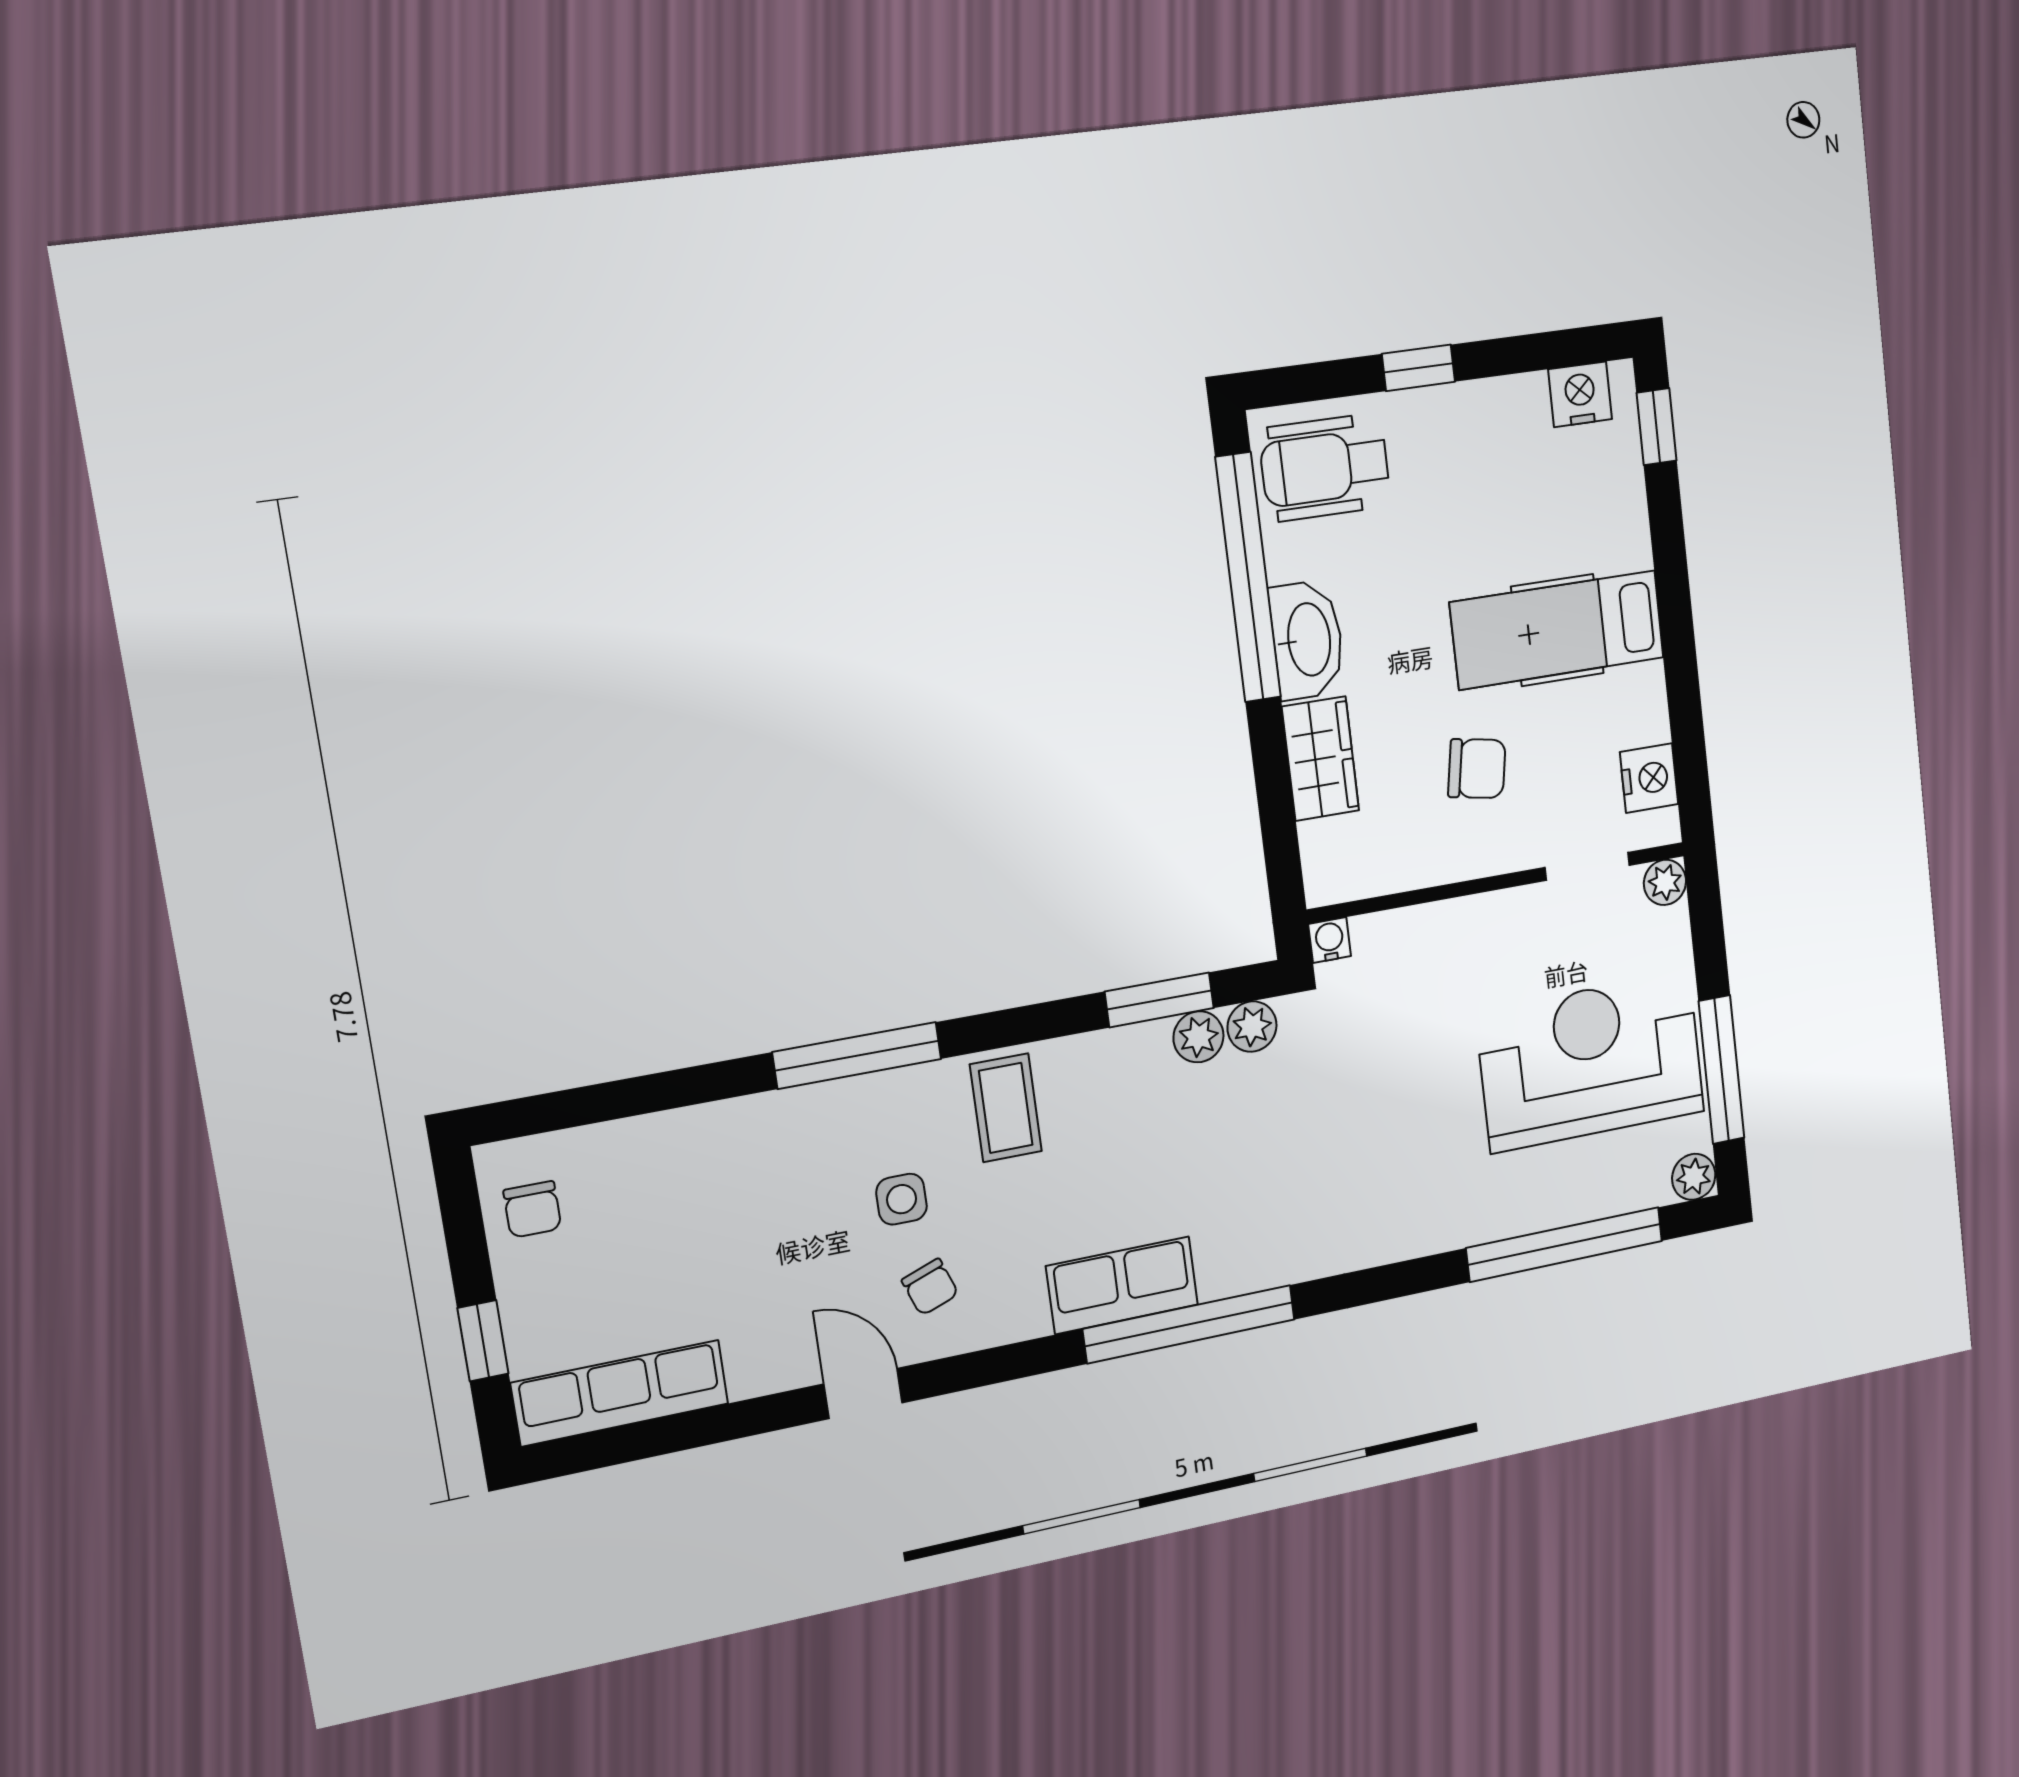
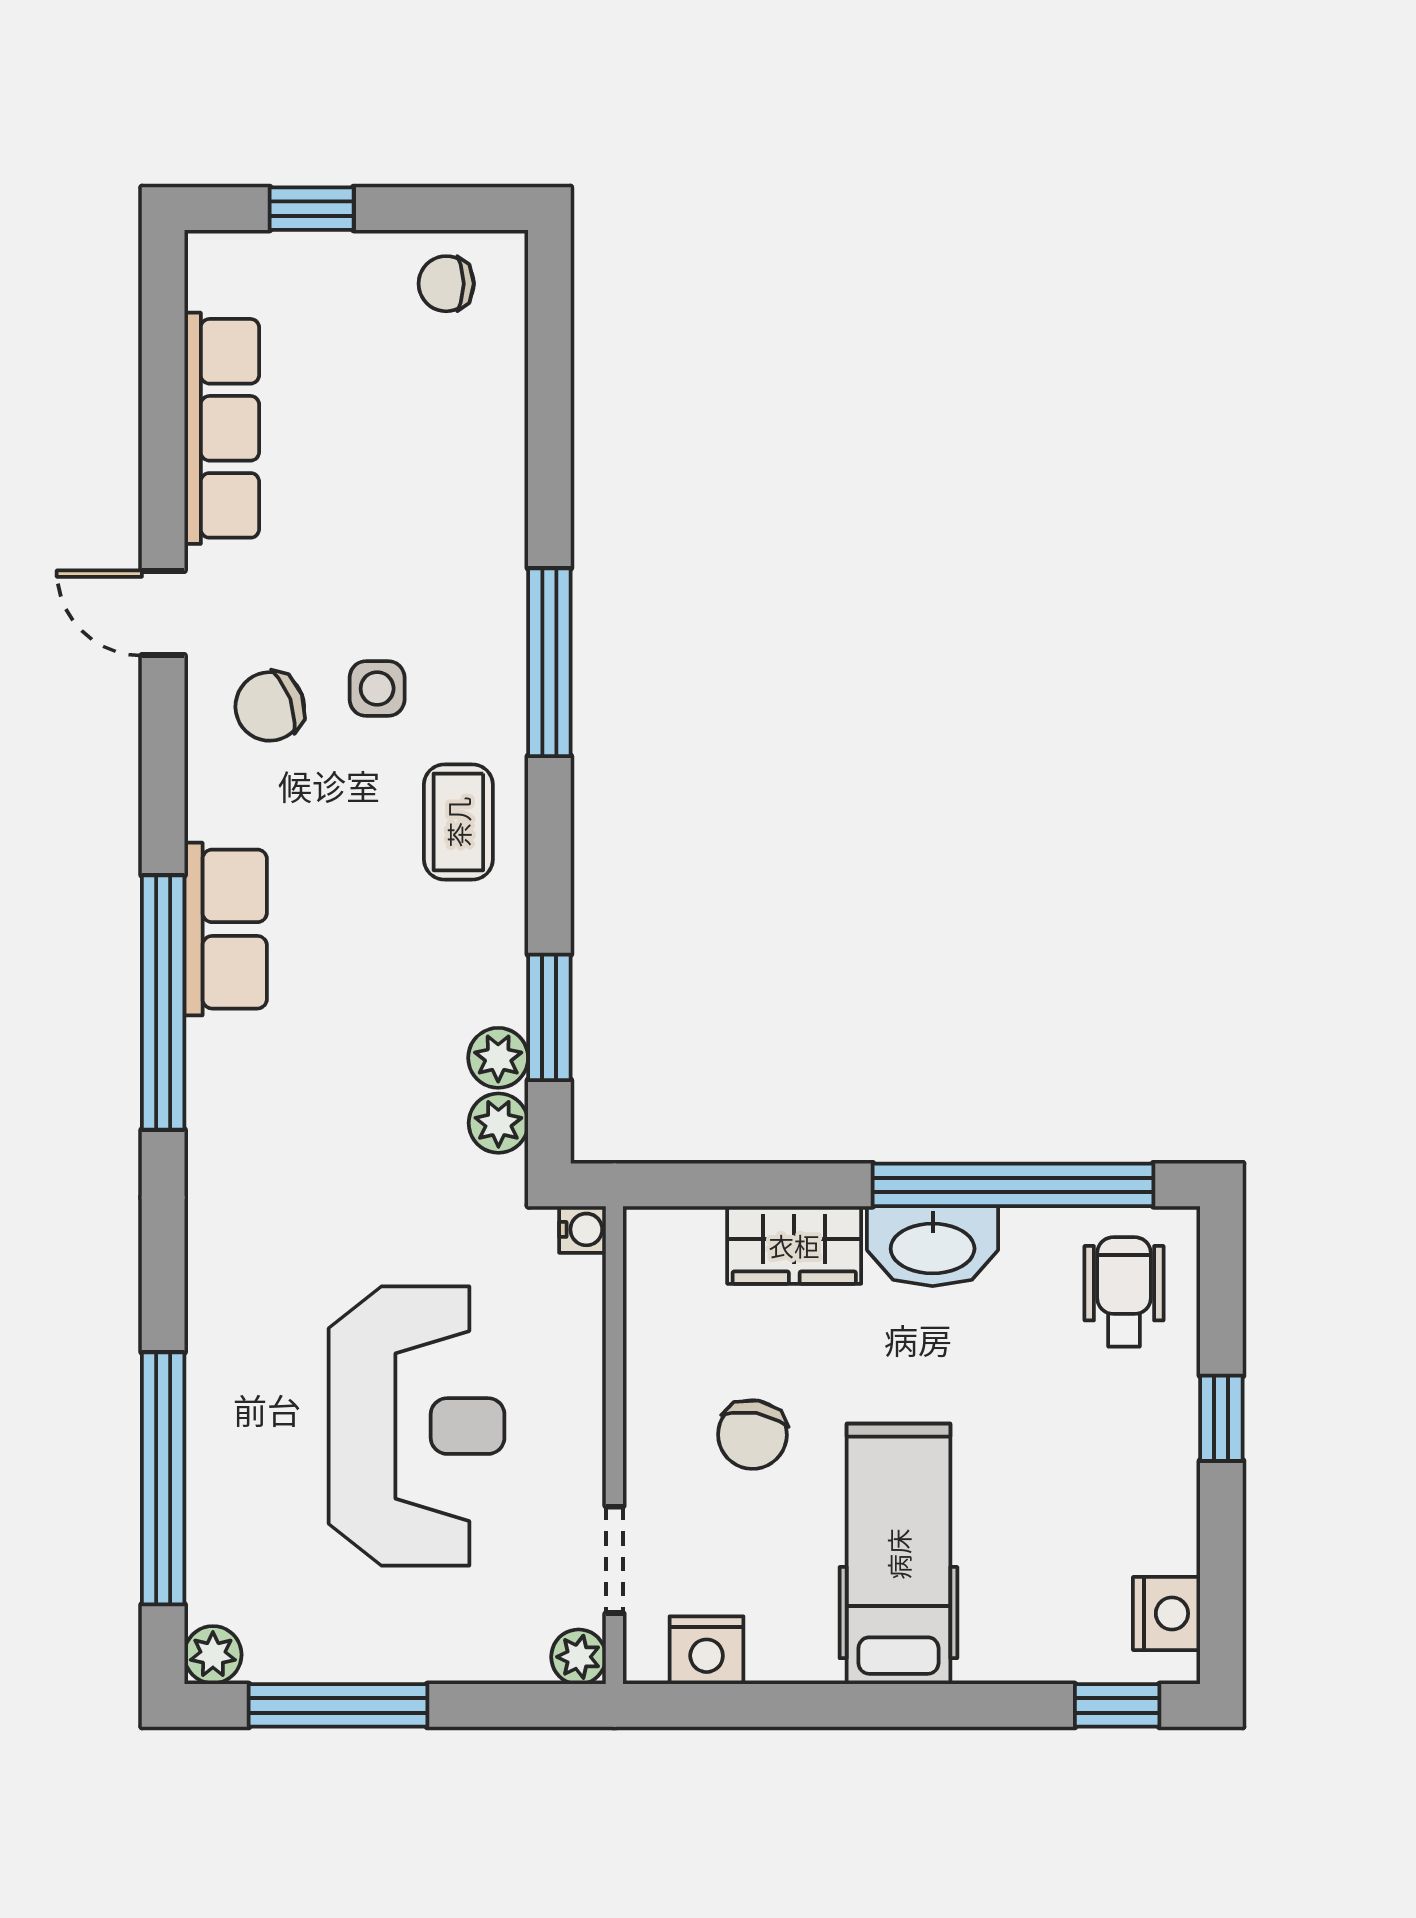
wheelchair: (1325, 467) -> (1124, 1292), width x0.73, depth x0.73
reception desk: (1591, 1062) -> (417, 1426), moved
coffee table: (1006, 1108) -> (458, 822), turned 90
chair: (930, 1287) -> (270, 706), width x1.37, depth x1.37
row of seats: (620, 1393) -> (222, 428), moved
door: (863, 1393) -> (163, 613), swing flipped

